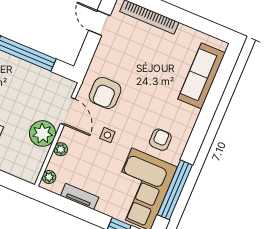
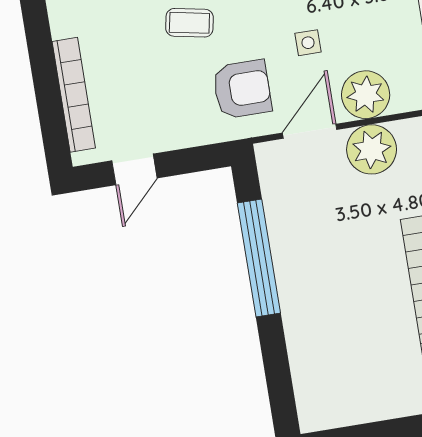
coffee table: (149, 88) -> (189, 23), added
plant: (61, 149) -> (366, 95), width x1.88, depth x1.88

